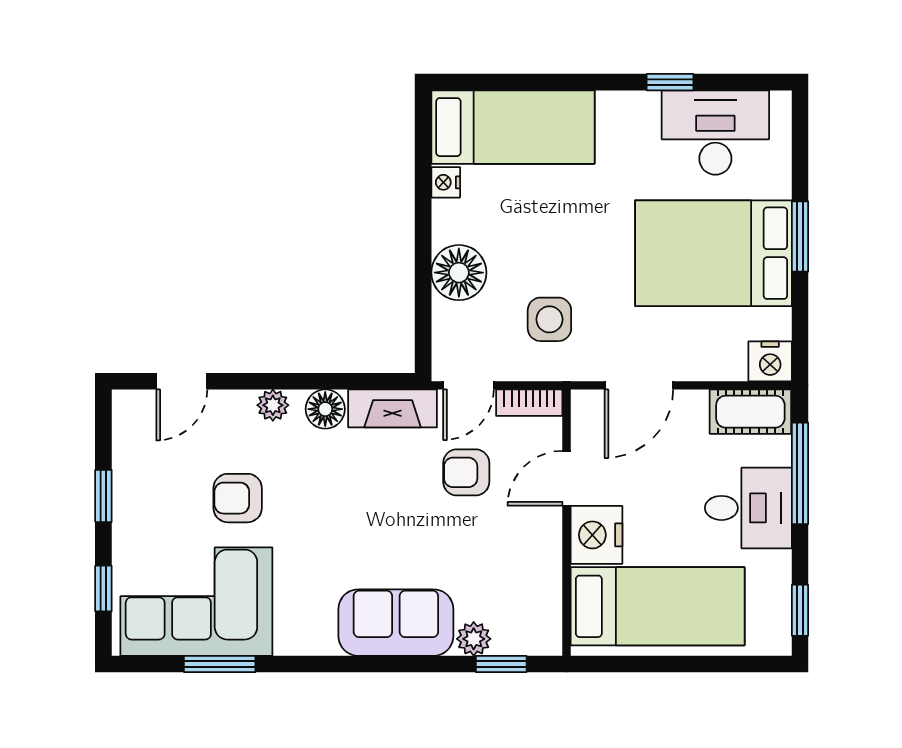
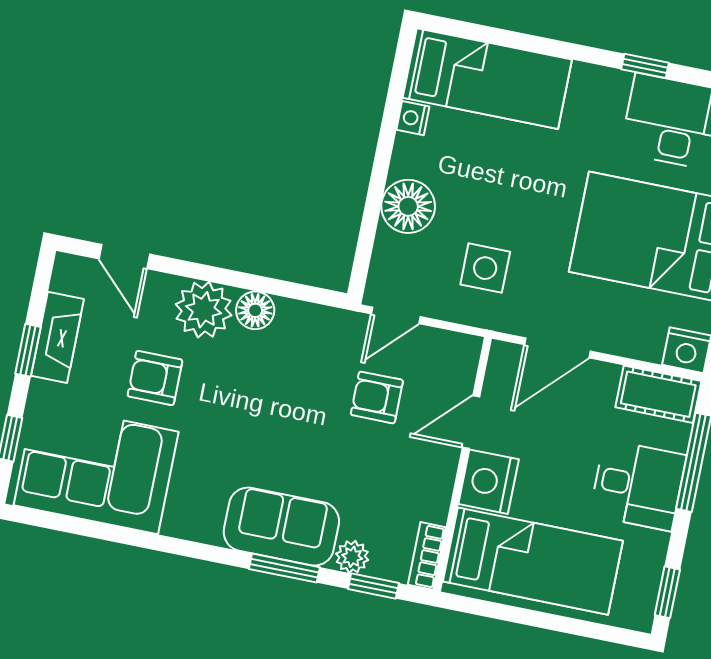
door: (182, 381) -> (124, 257), hinge flipped
bookcase: (529, 403) -> (427, 556), moved, turned 90
plant: (273, 405) -> (204, 310), width x1.87, depth x1.87
fireplace: (393, 408) -> (57, 337), moved, turned -90
window: (220, 664) -> (284, 568), moved

